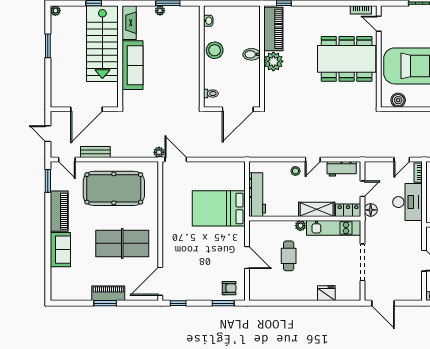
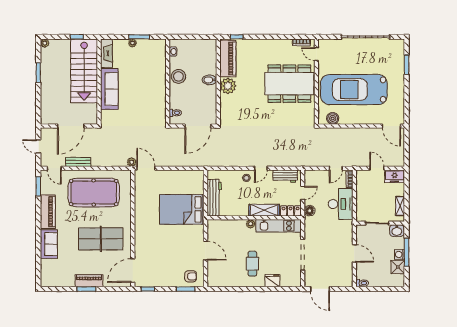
cafe table: (289, 256) -> (252, 264), moved

